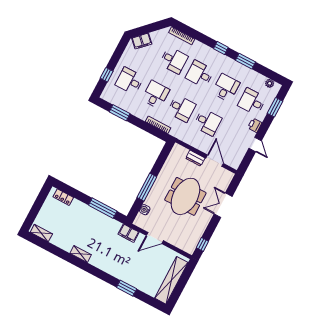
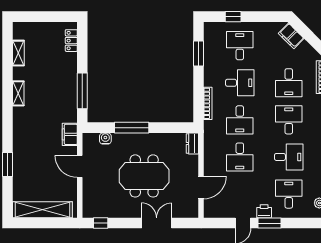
window: (275, 107) -> (270, 223), moved
dresser: (195, 158) -> (192, 143), moved
shelving: (41, 233) -> (18, 53), moved

